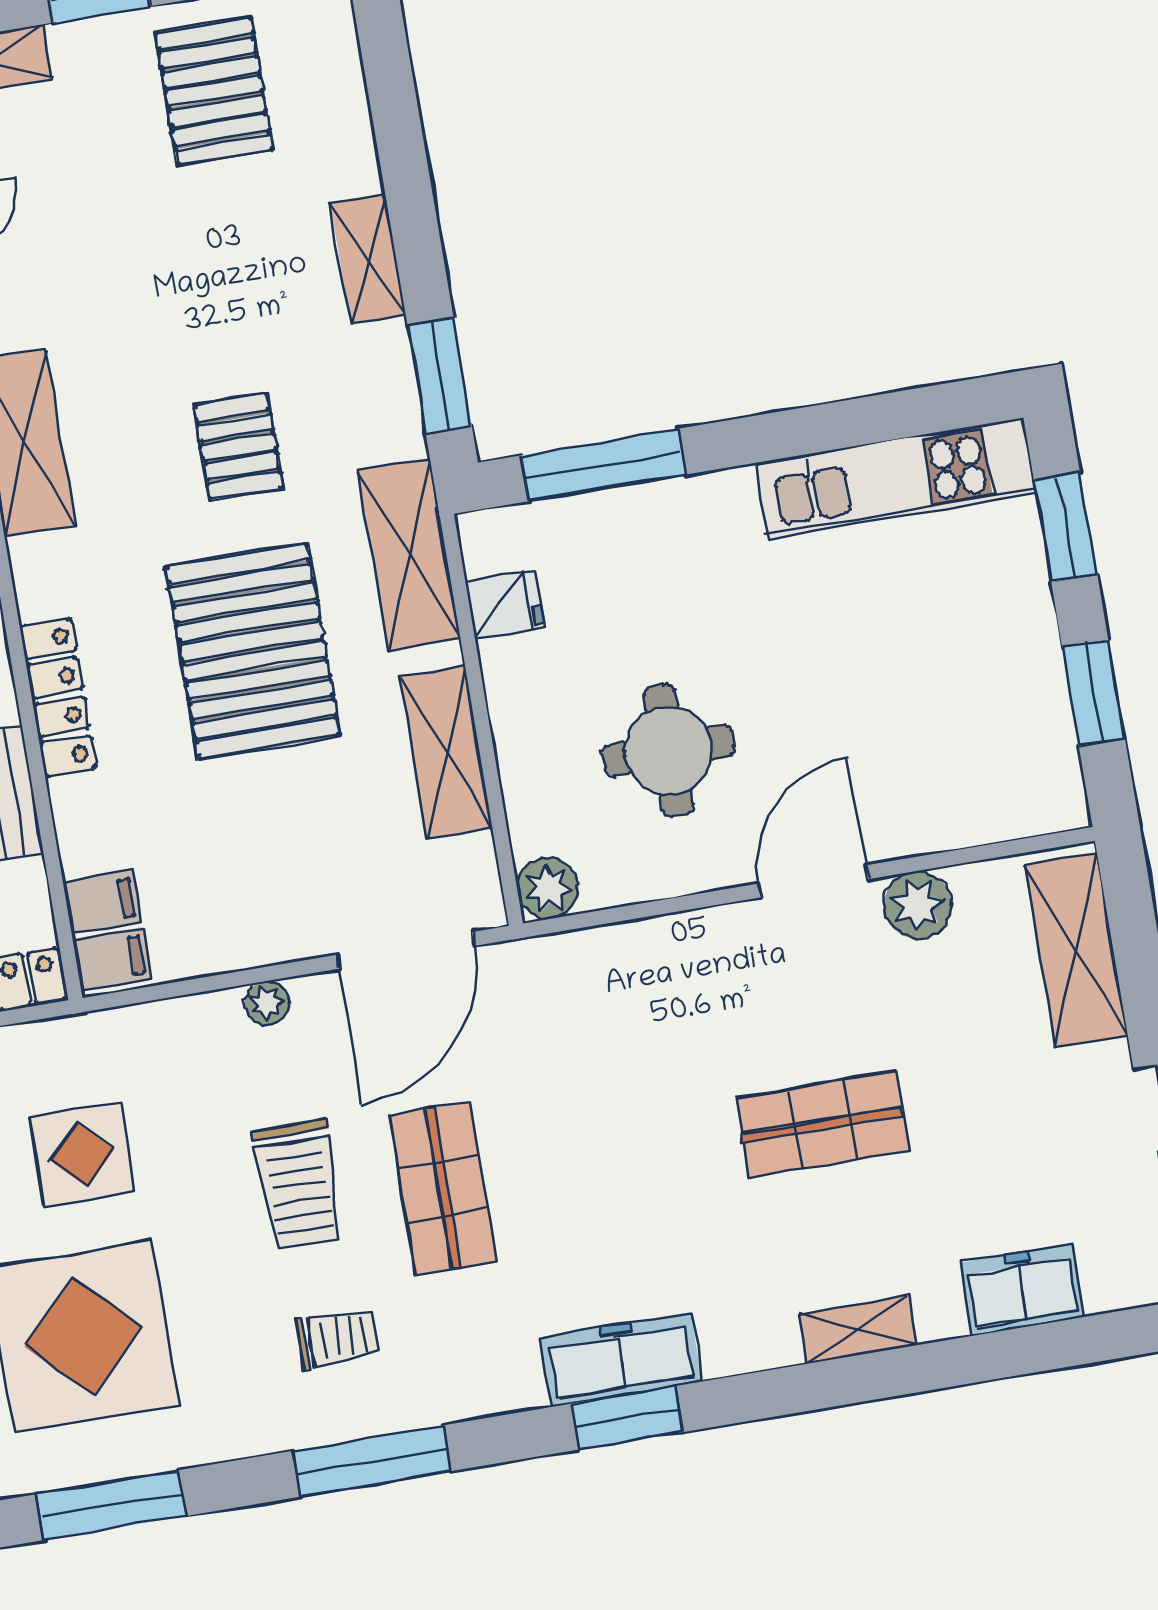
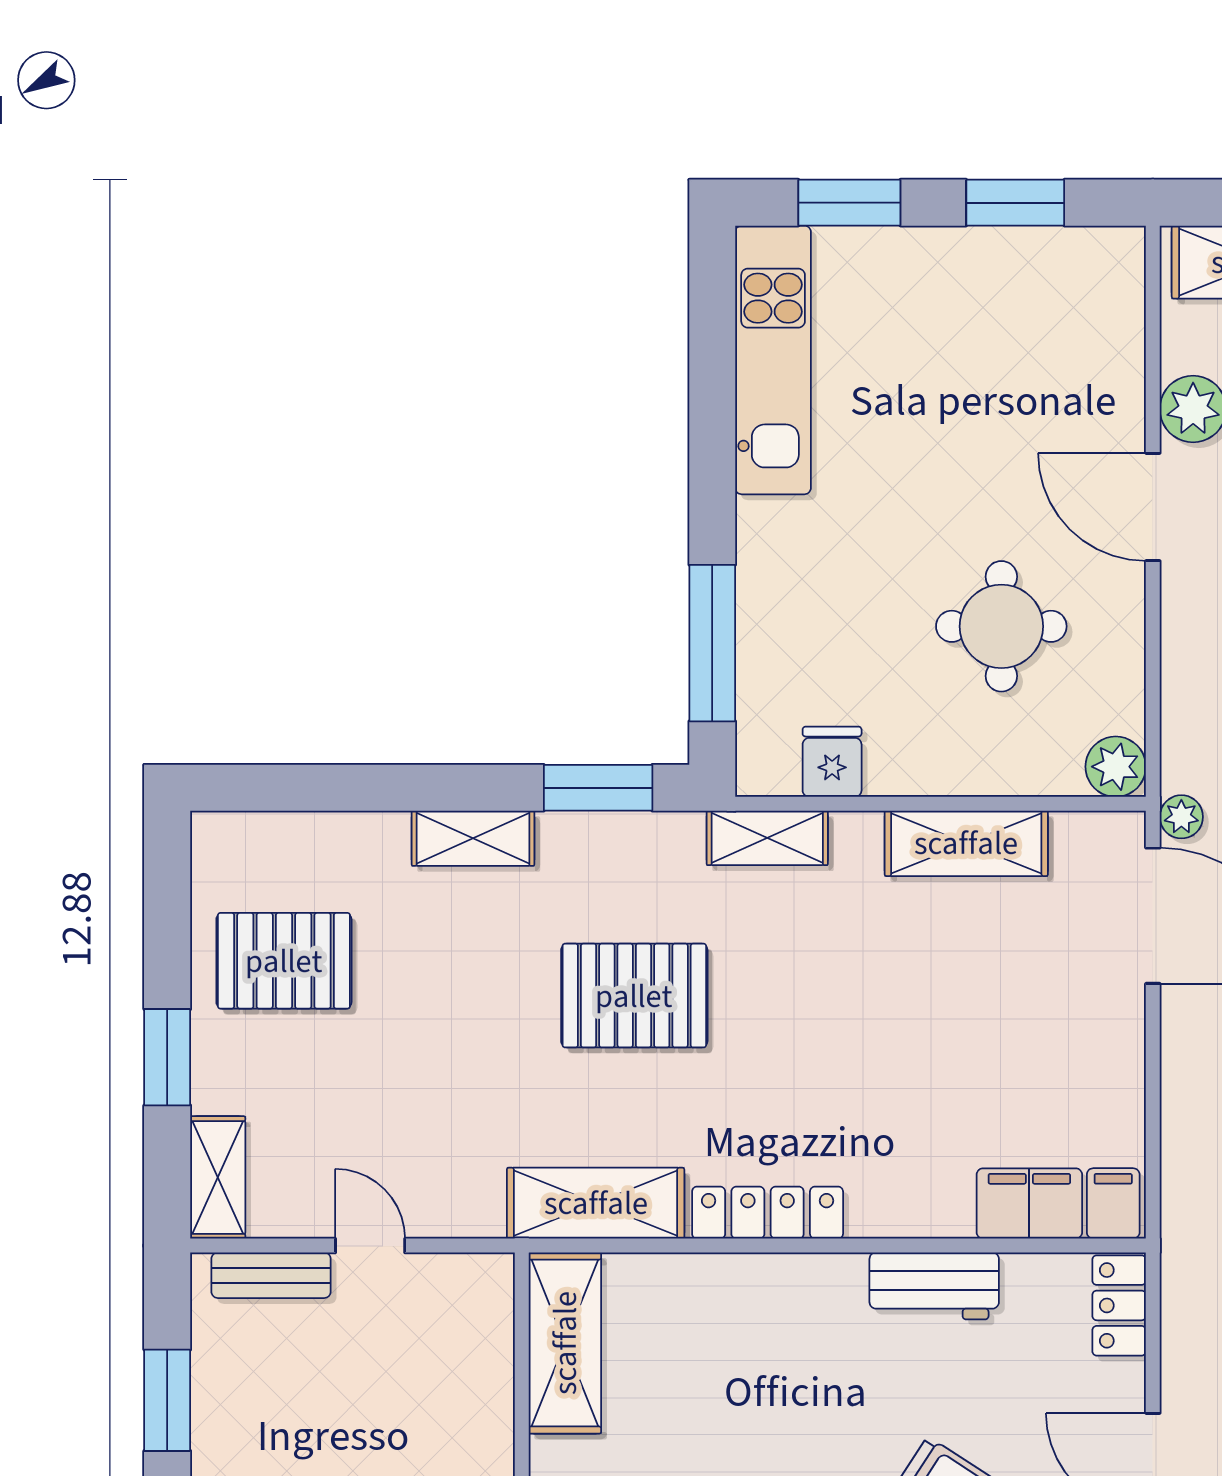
pallet: (239, 447) -> (634, 996), width x1.50, depth x1.42
shelving: (409, 554) -> (767, 838), width x0.67, depth x0.75
pallet: (253, 651) -> (836, 1015), removed
locker: (58, 697) -> (768, 1213), moved
filing cabinet: (102, 902) -> (1029, 1203), width x2.00
plant: (267, 1003) -> (1181, 817), moved

